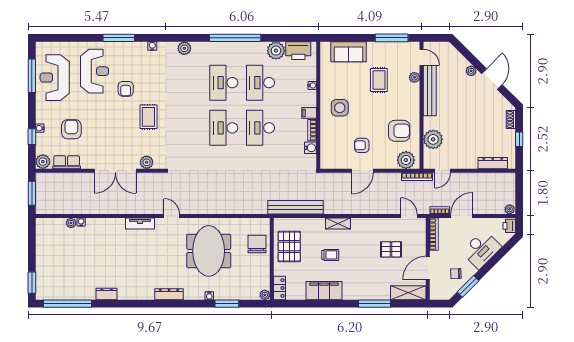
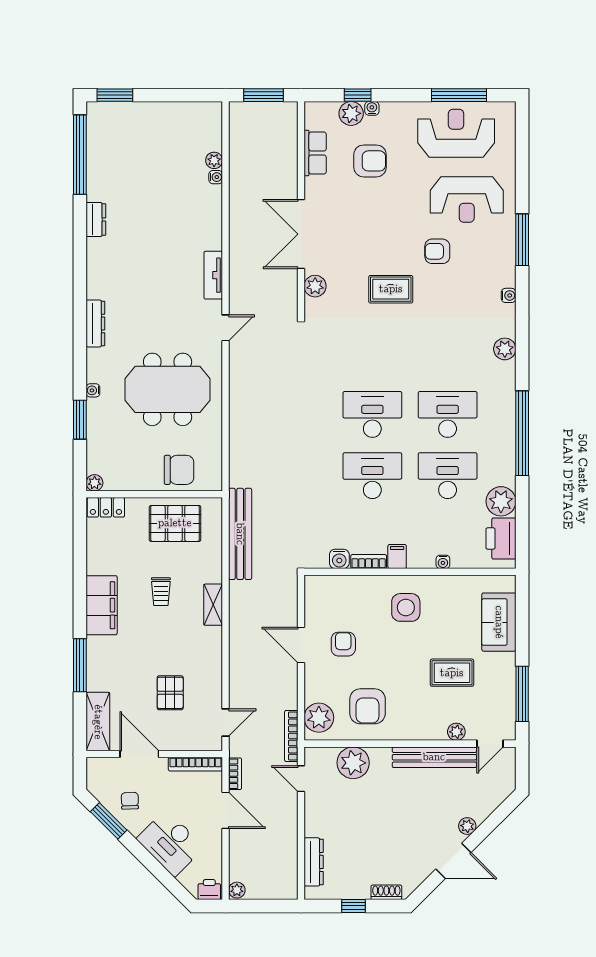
plant: (43, 162) -> (351, 113), moved
filing cabinet: (324, 291) -> (102, 605), moved

